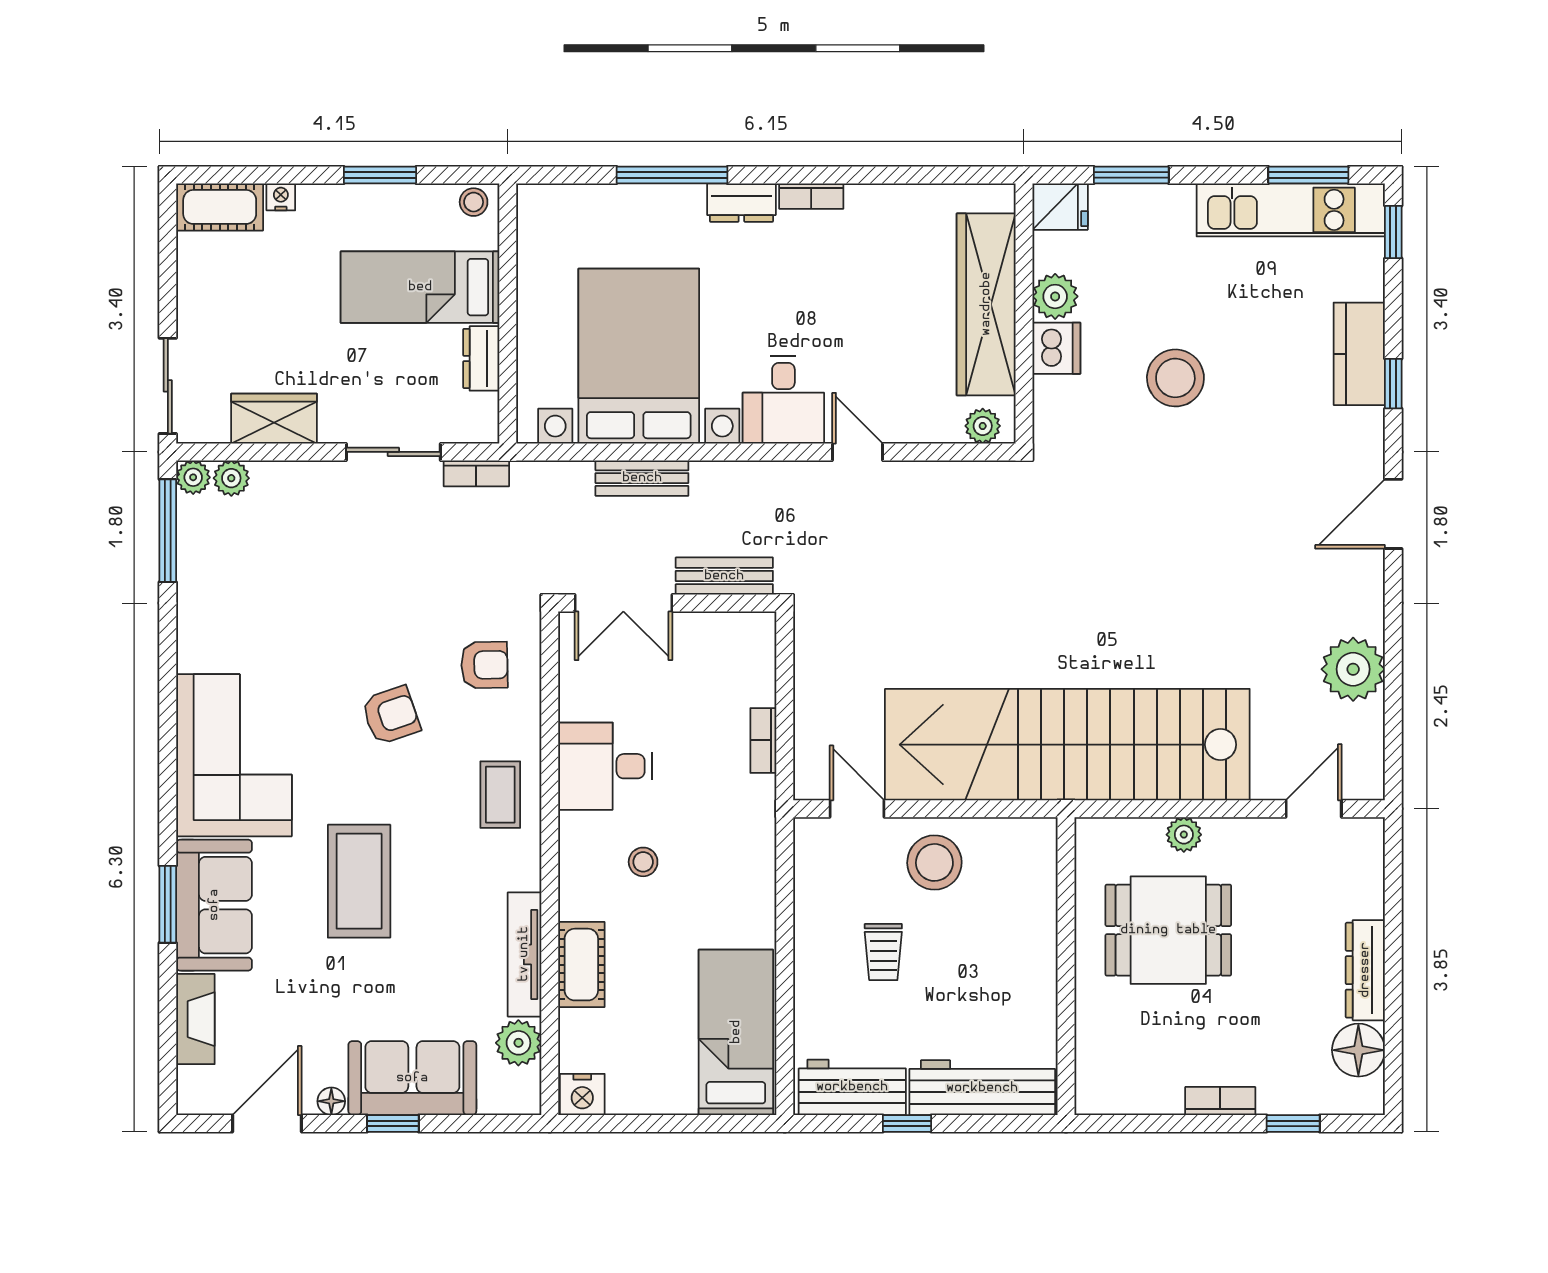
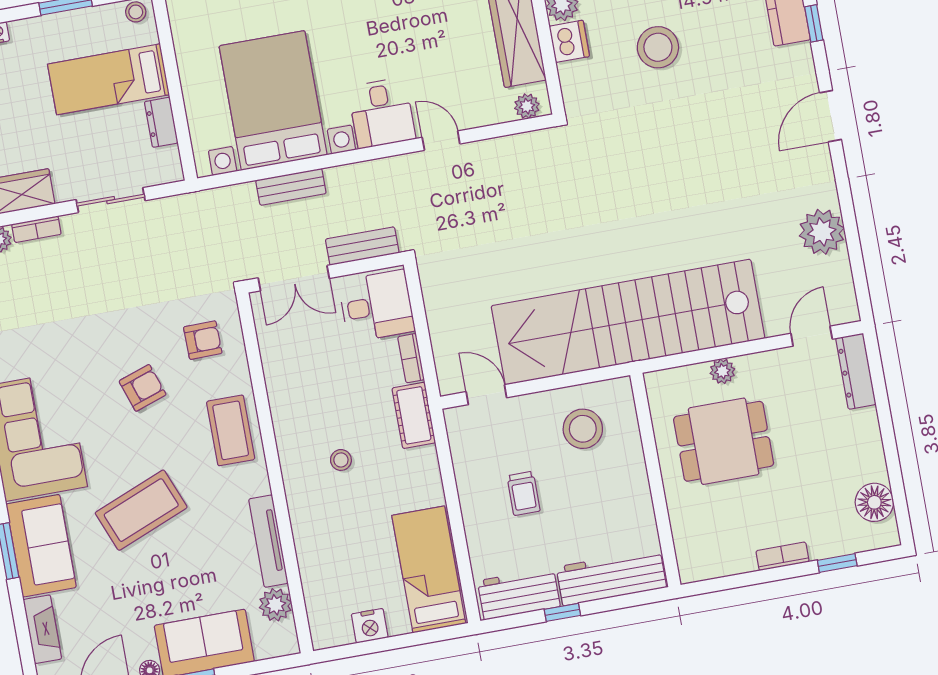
bookcase: (476, 473) -> (36, 229), moved
desk: (605, 766) -> (377, 306), moved, turned 180
coffee table: (500, 795) -> (231, 430), width x1.36, depth x1.30
stool: (934, 862) -> (583, 429), moved
coffee table: (359, 881) -> (141, 510), turned 68
cot: (581, 965) -> (414, 415), moved
dresser: (1365, 970) -> (856, 371), moved
nightstand: (582, 1094) -> (370, 626), moved

